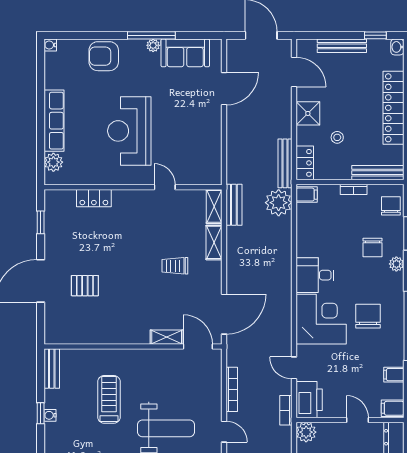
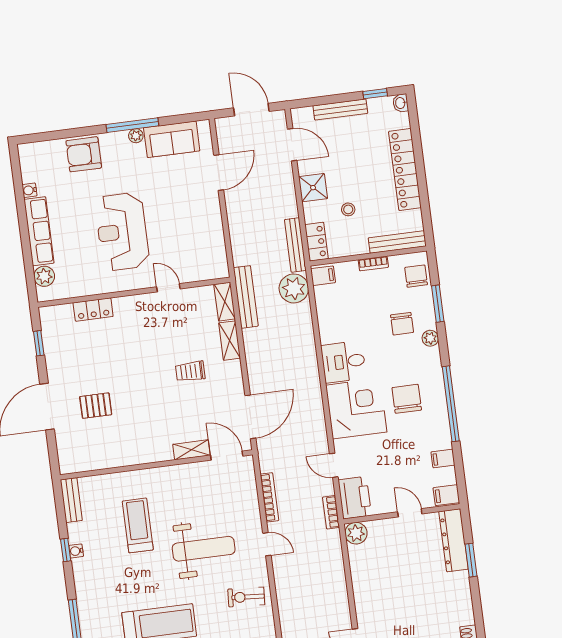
water cooler: (50, 45) -> (29, 190), moved
bench: (234, 205) -> (246, 297), width x1.36

